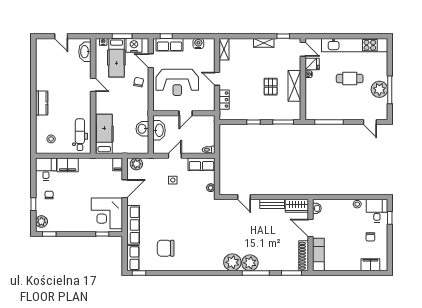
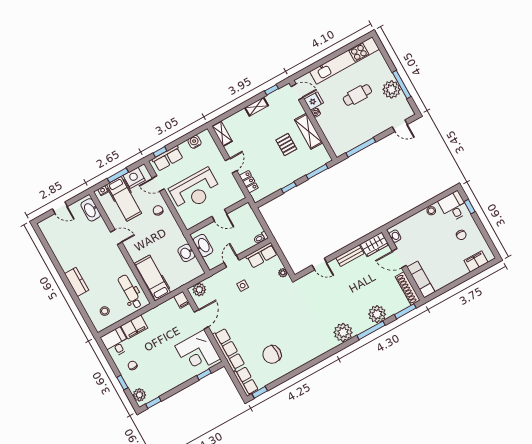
door: (217, 79) -> (231, 166), swing flipped
door: (186, 113) -> (219, 215), hinge flipped
plant: (250, 263) -> (377, 314), moved

